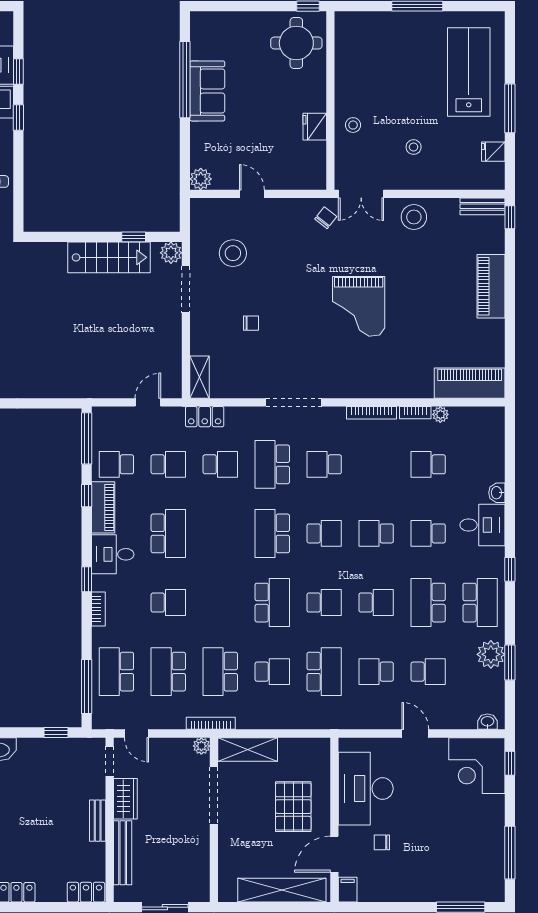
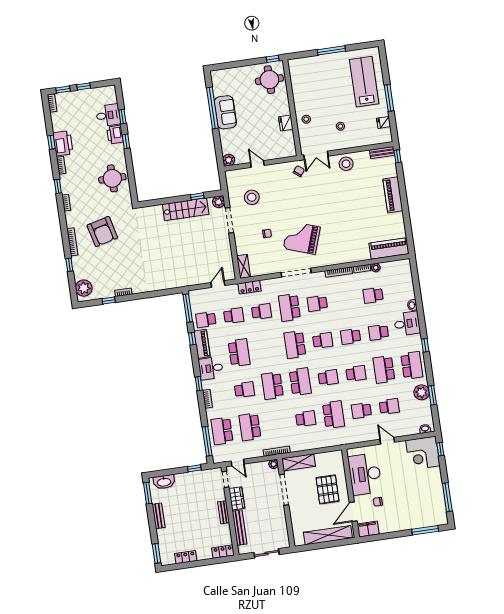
grand piano: (359, 306) -> (302, 238), moved, turned 109
school desk: (220, 672) -> (272, 386), moved
filing cabinet: (348, 890) -> (368, 529), width x2.00

